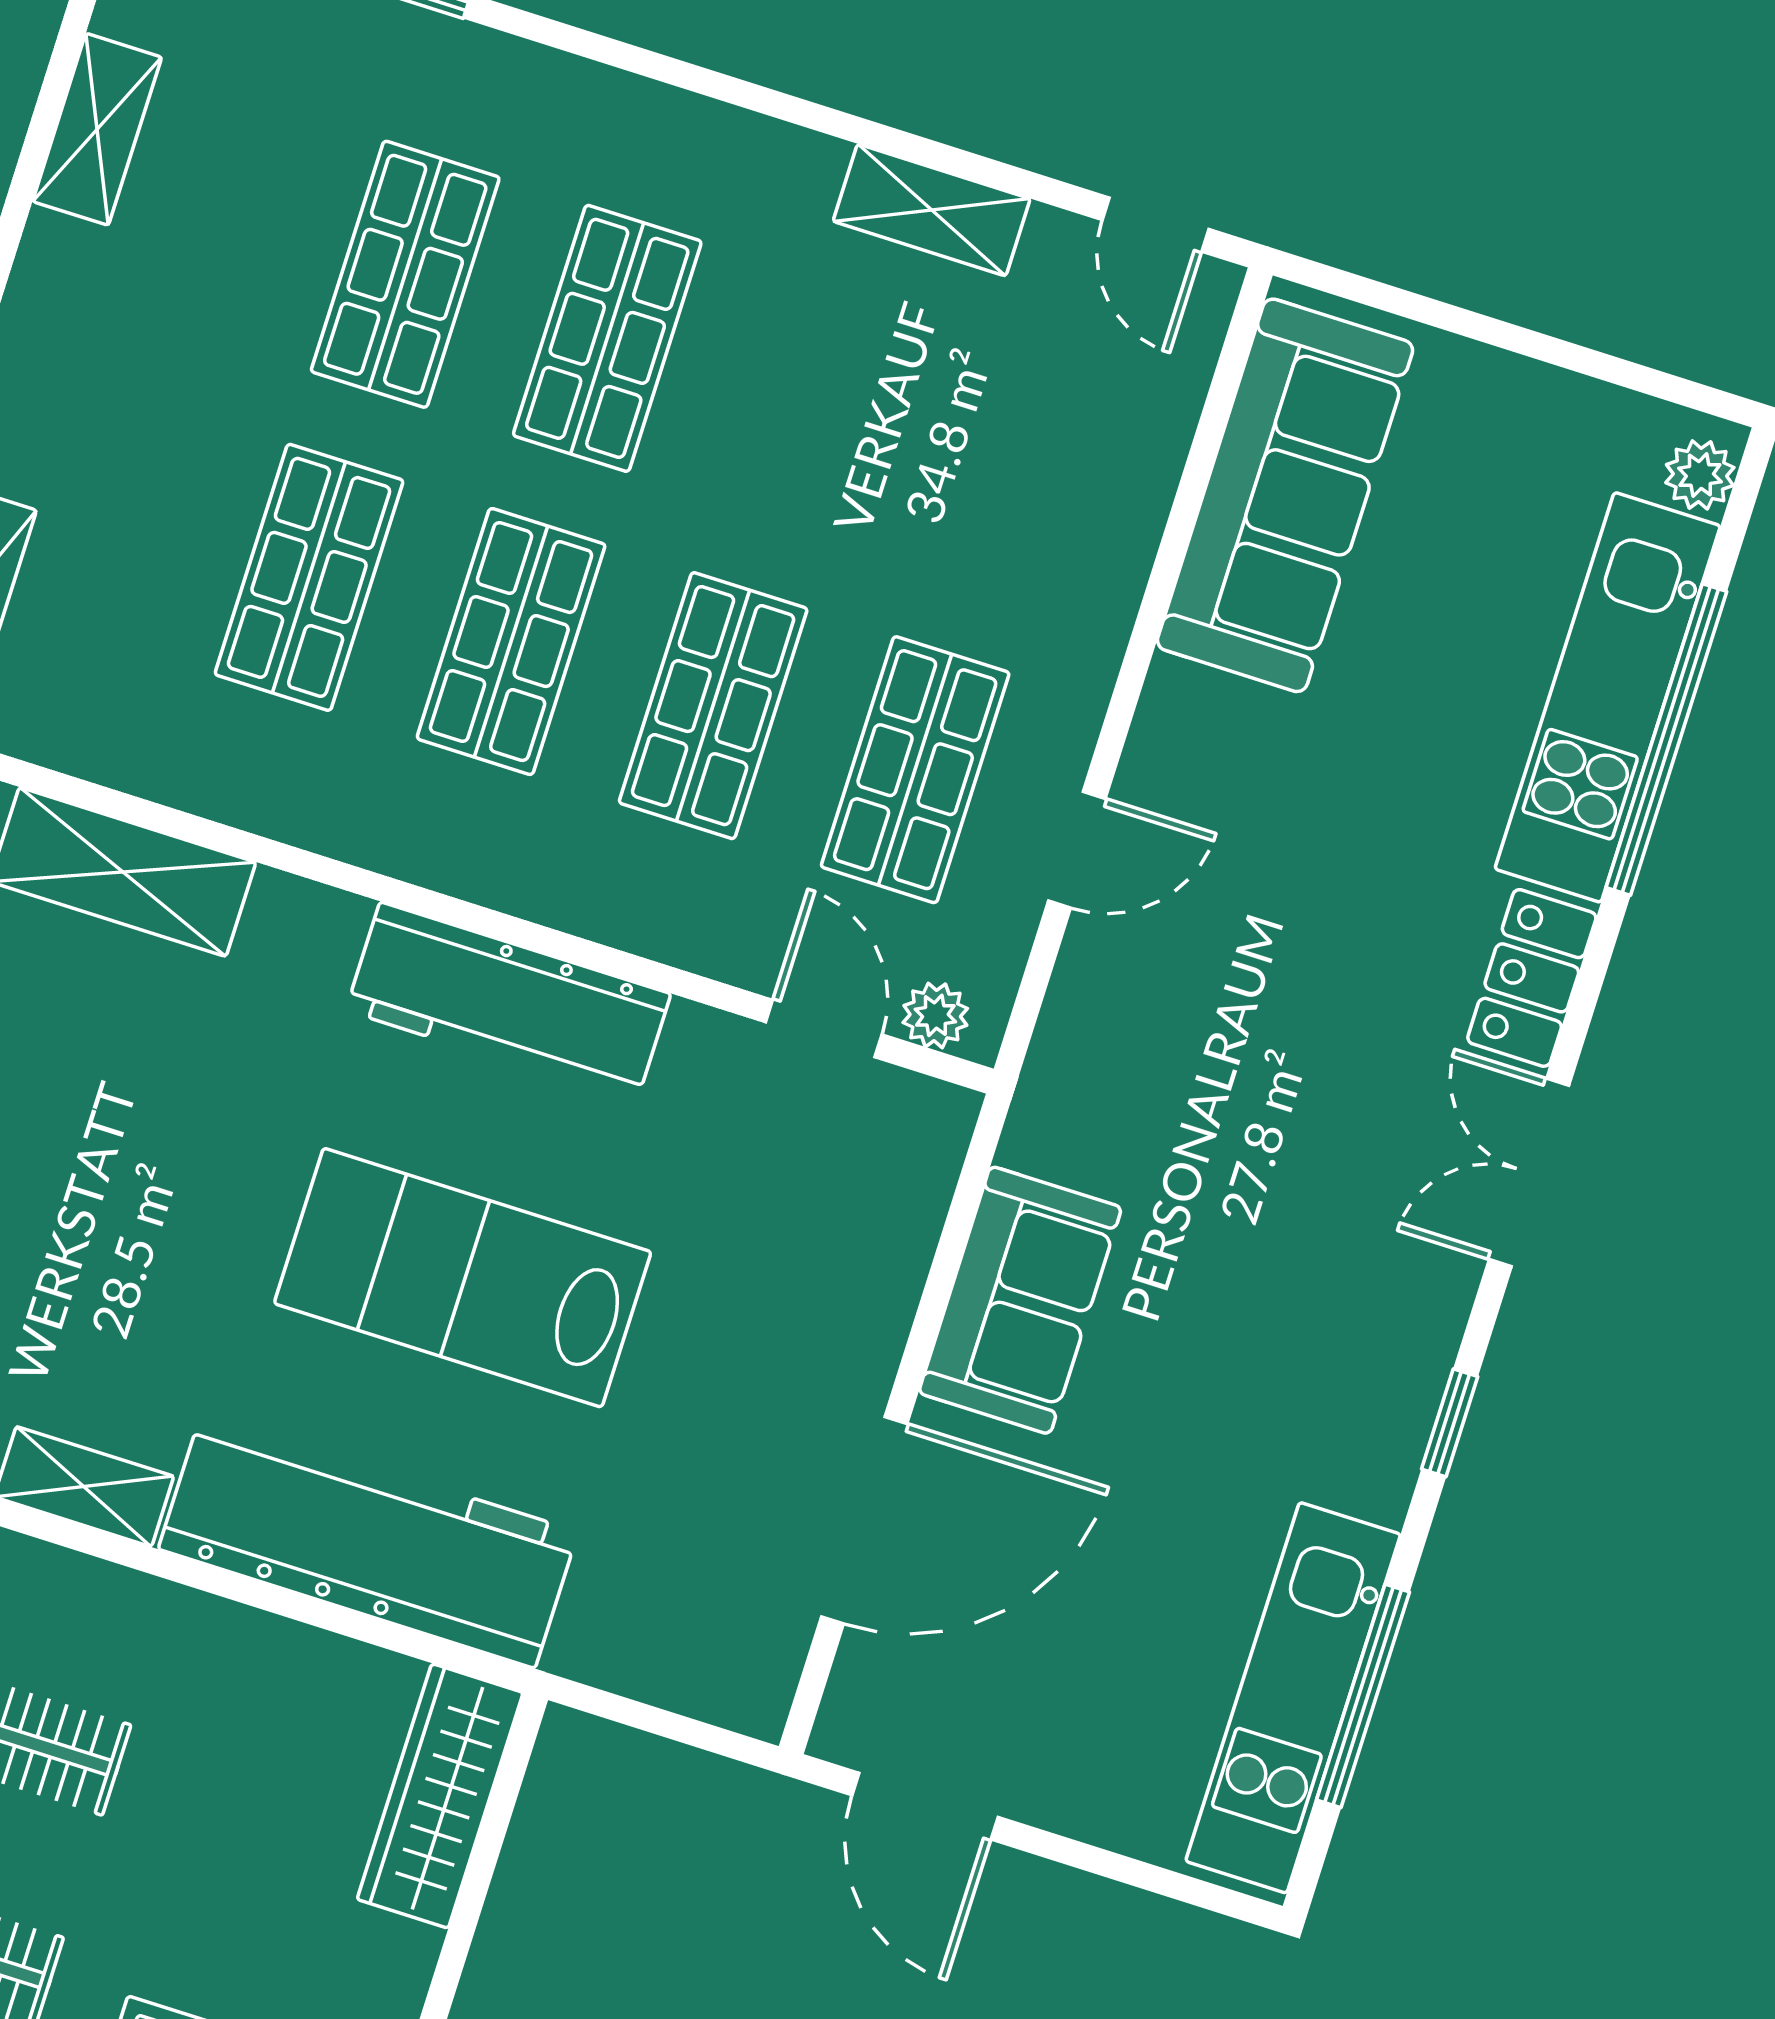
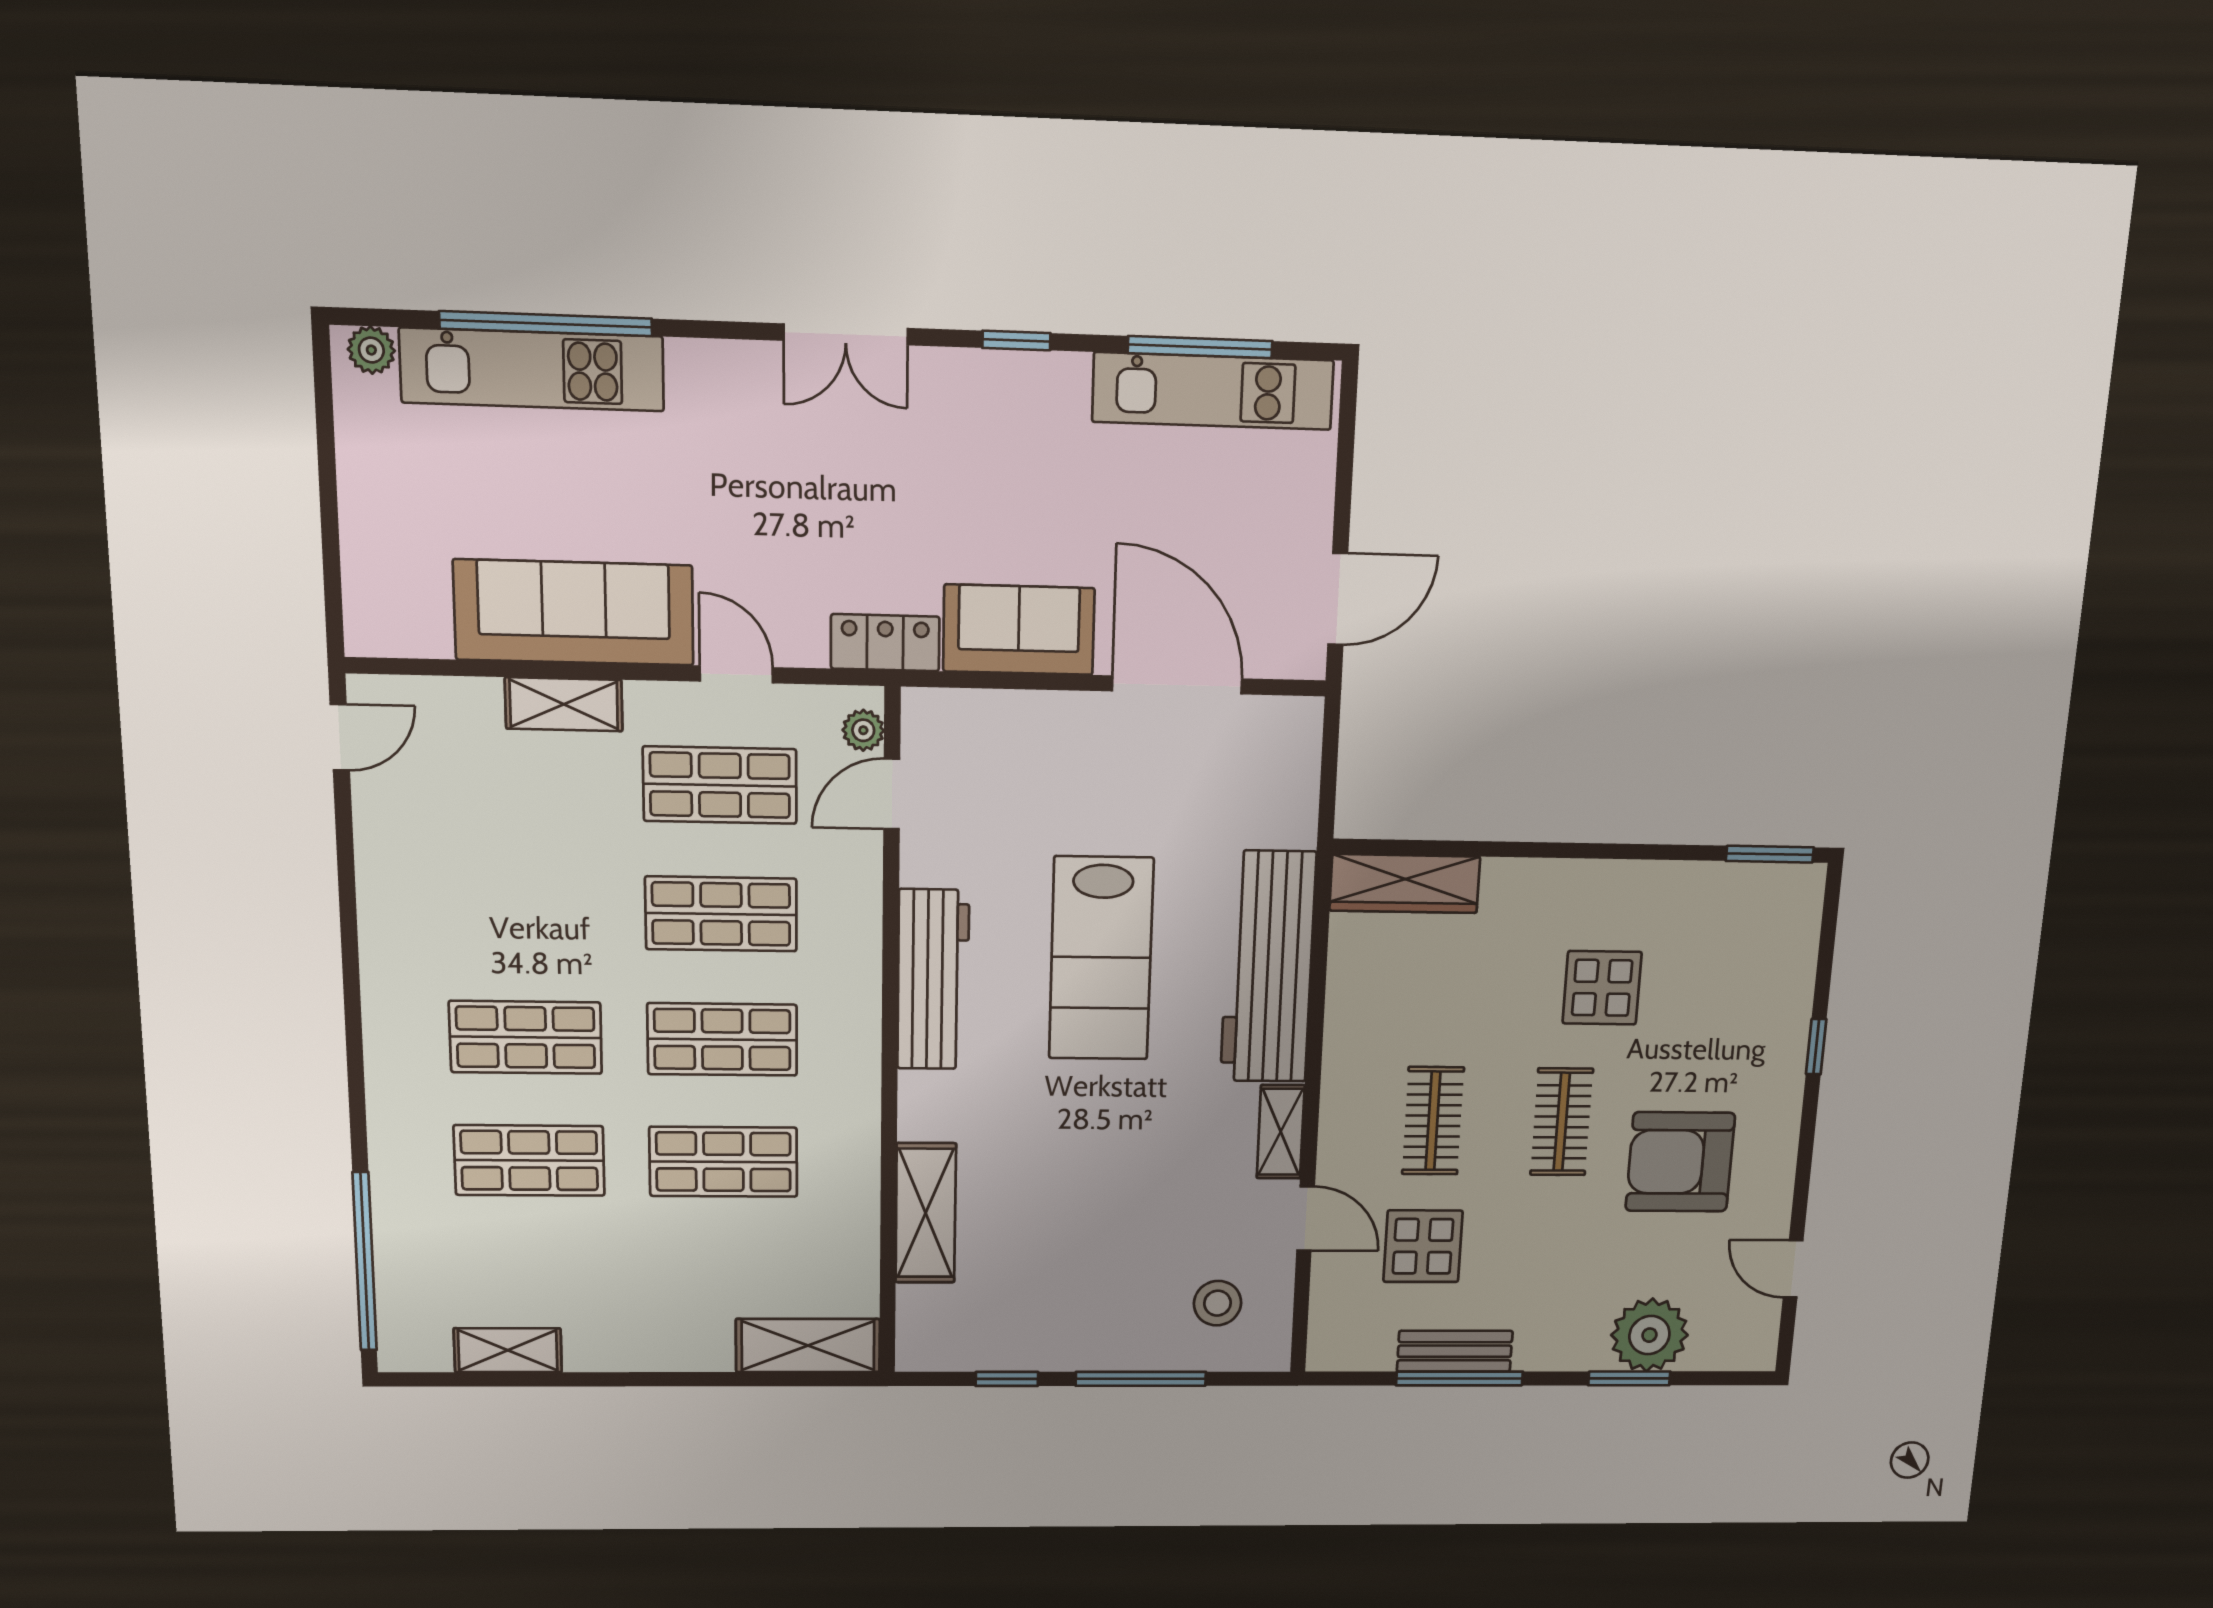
shelving: (932, 210) -> (564, 704), moved, turned 90
sofa: (1285, 495) -> (574, 612), moved
locker: (1532, 978) -> (885, 643), moved, turned 180

